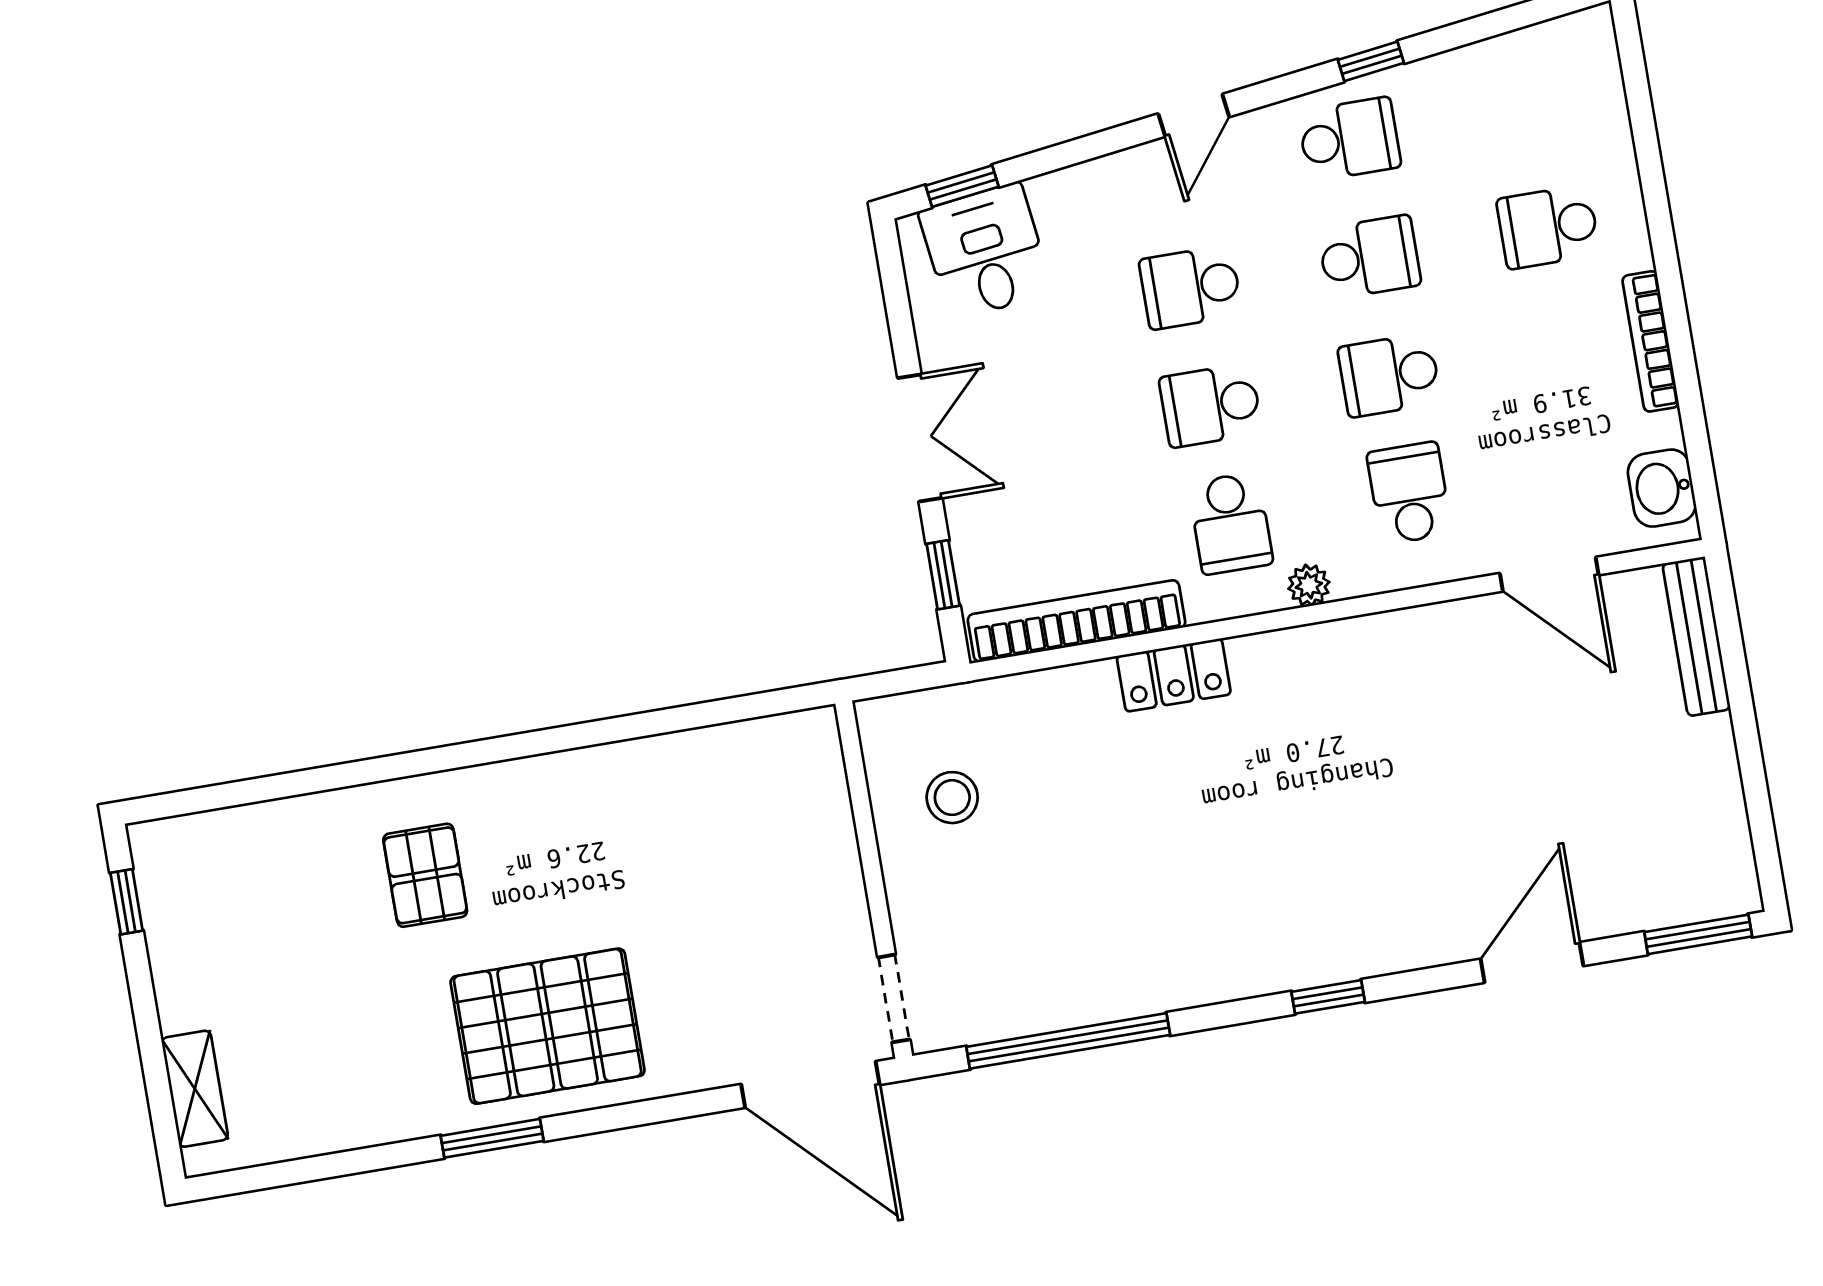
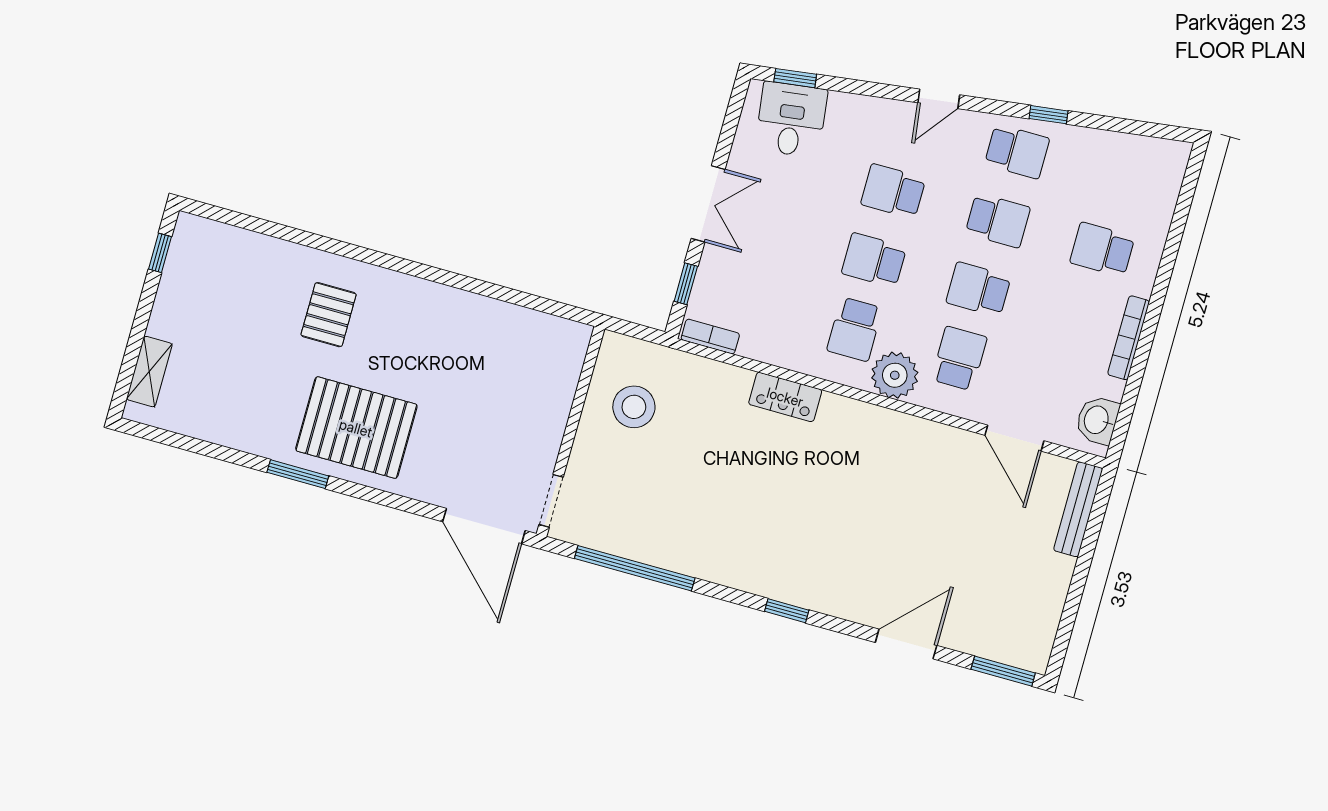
plant: (1309, 585) -> (895, 375), width x1.88, depth x1.88
bookcase: (1077, 621) -> (710, 337), width x0.43, depth x0.76
stool: (952, 798) -> (634, 407), width x1.38, depth x1.38

